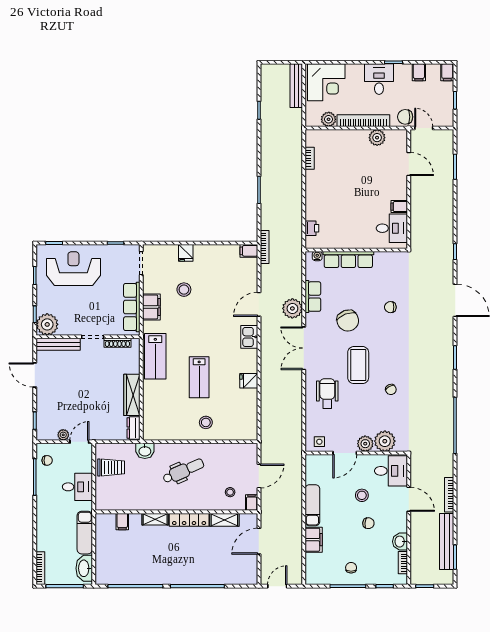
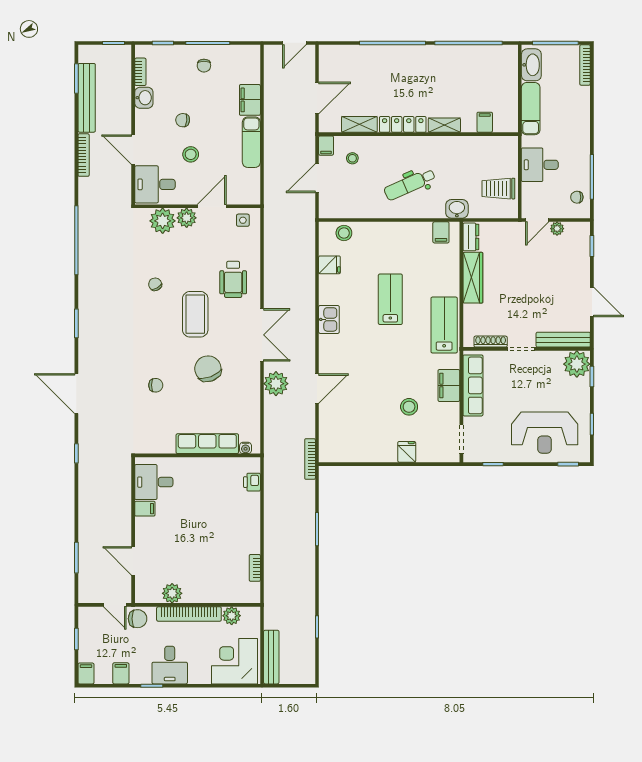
filing cabinet: (249, 251) -> (441, 232), moved, turned 90
row of seats: (313, 297) -> (251, 398), removed
kitchen sink: (249, 337) -> (329, 319), moved
fridge: (249, 381) -> (329, 265), moved
stool: (206, 422) -> (344, 233), moved

